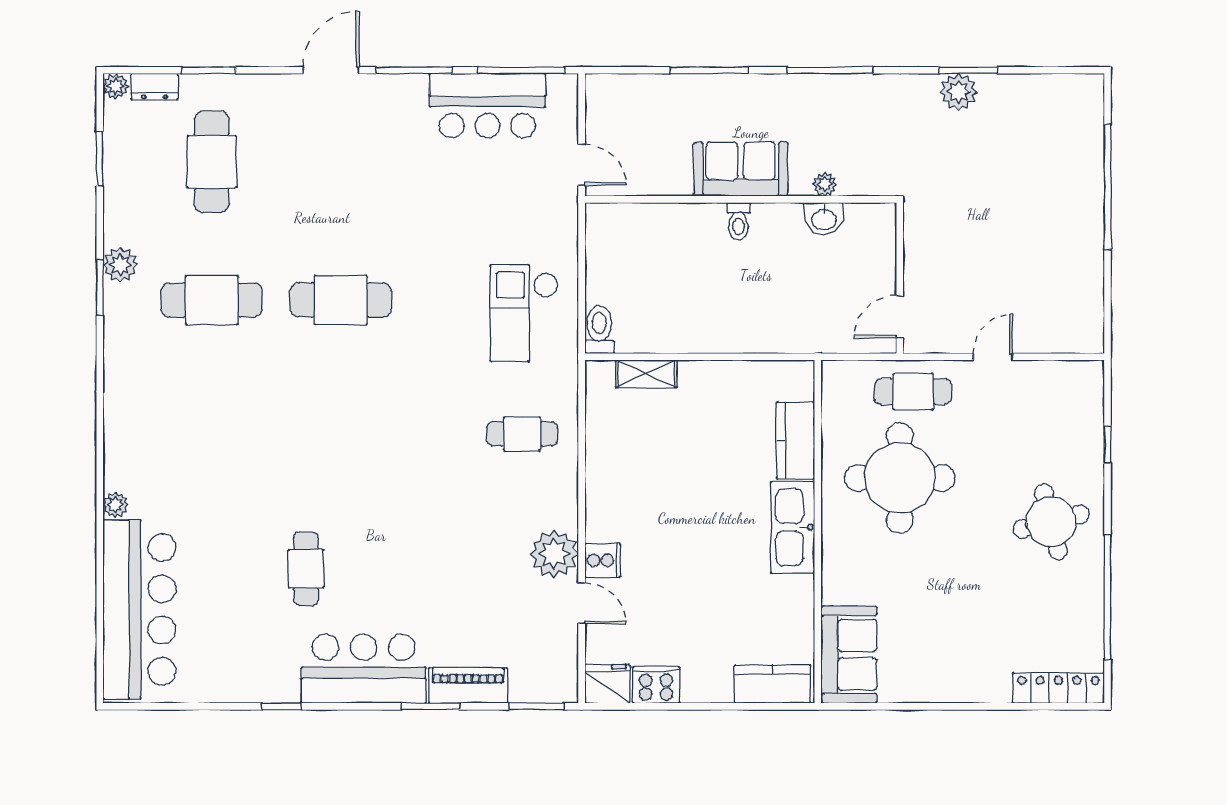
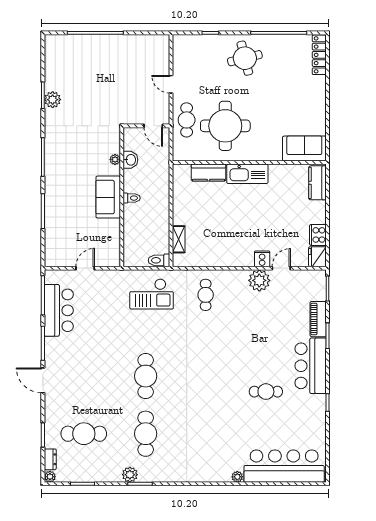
sofa: (741, 169) -> (108, 197), moved
plant: (825, 184) -> (115, 159), moved
wall: (741, 199) -> (122, 197), moved
washbasin: (824, 219) -> (130, 160), moved
toilet: (738, 221) -> (132, 198), moved

